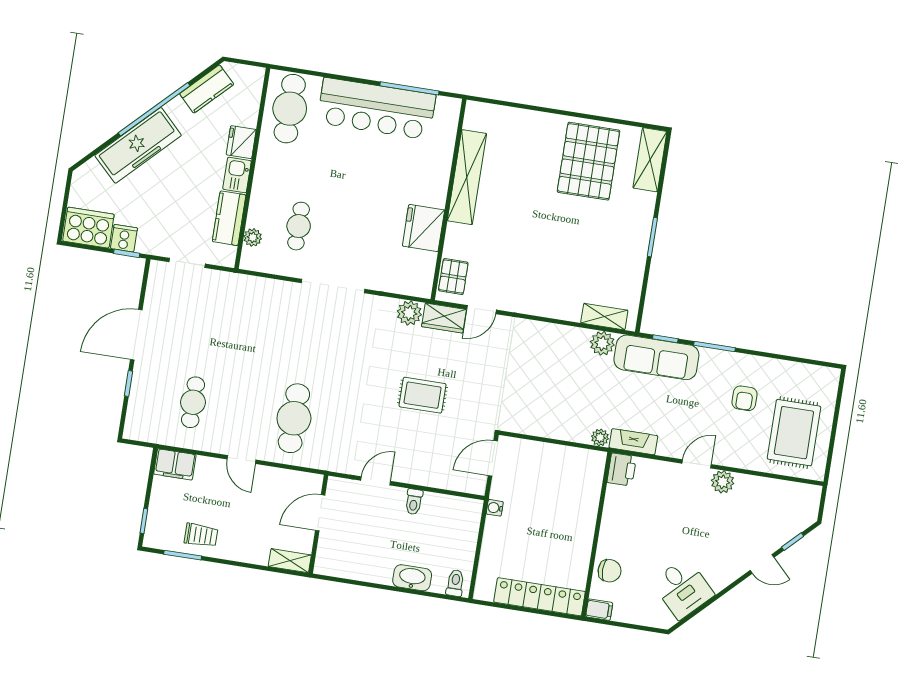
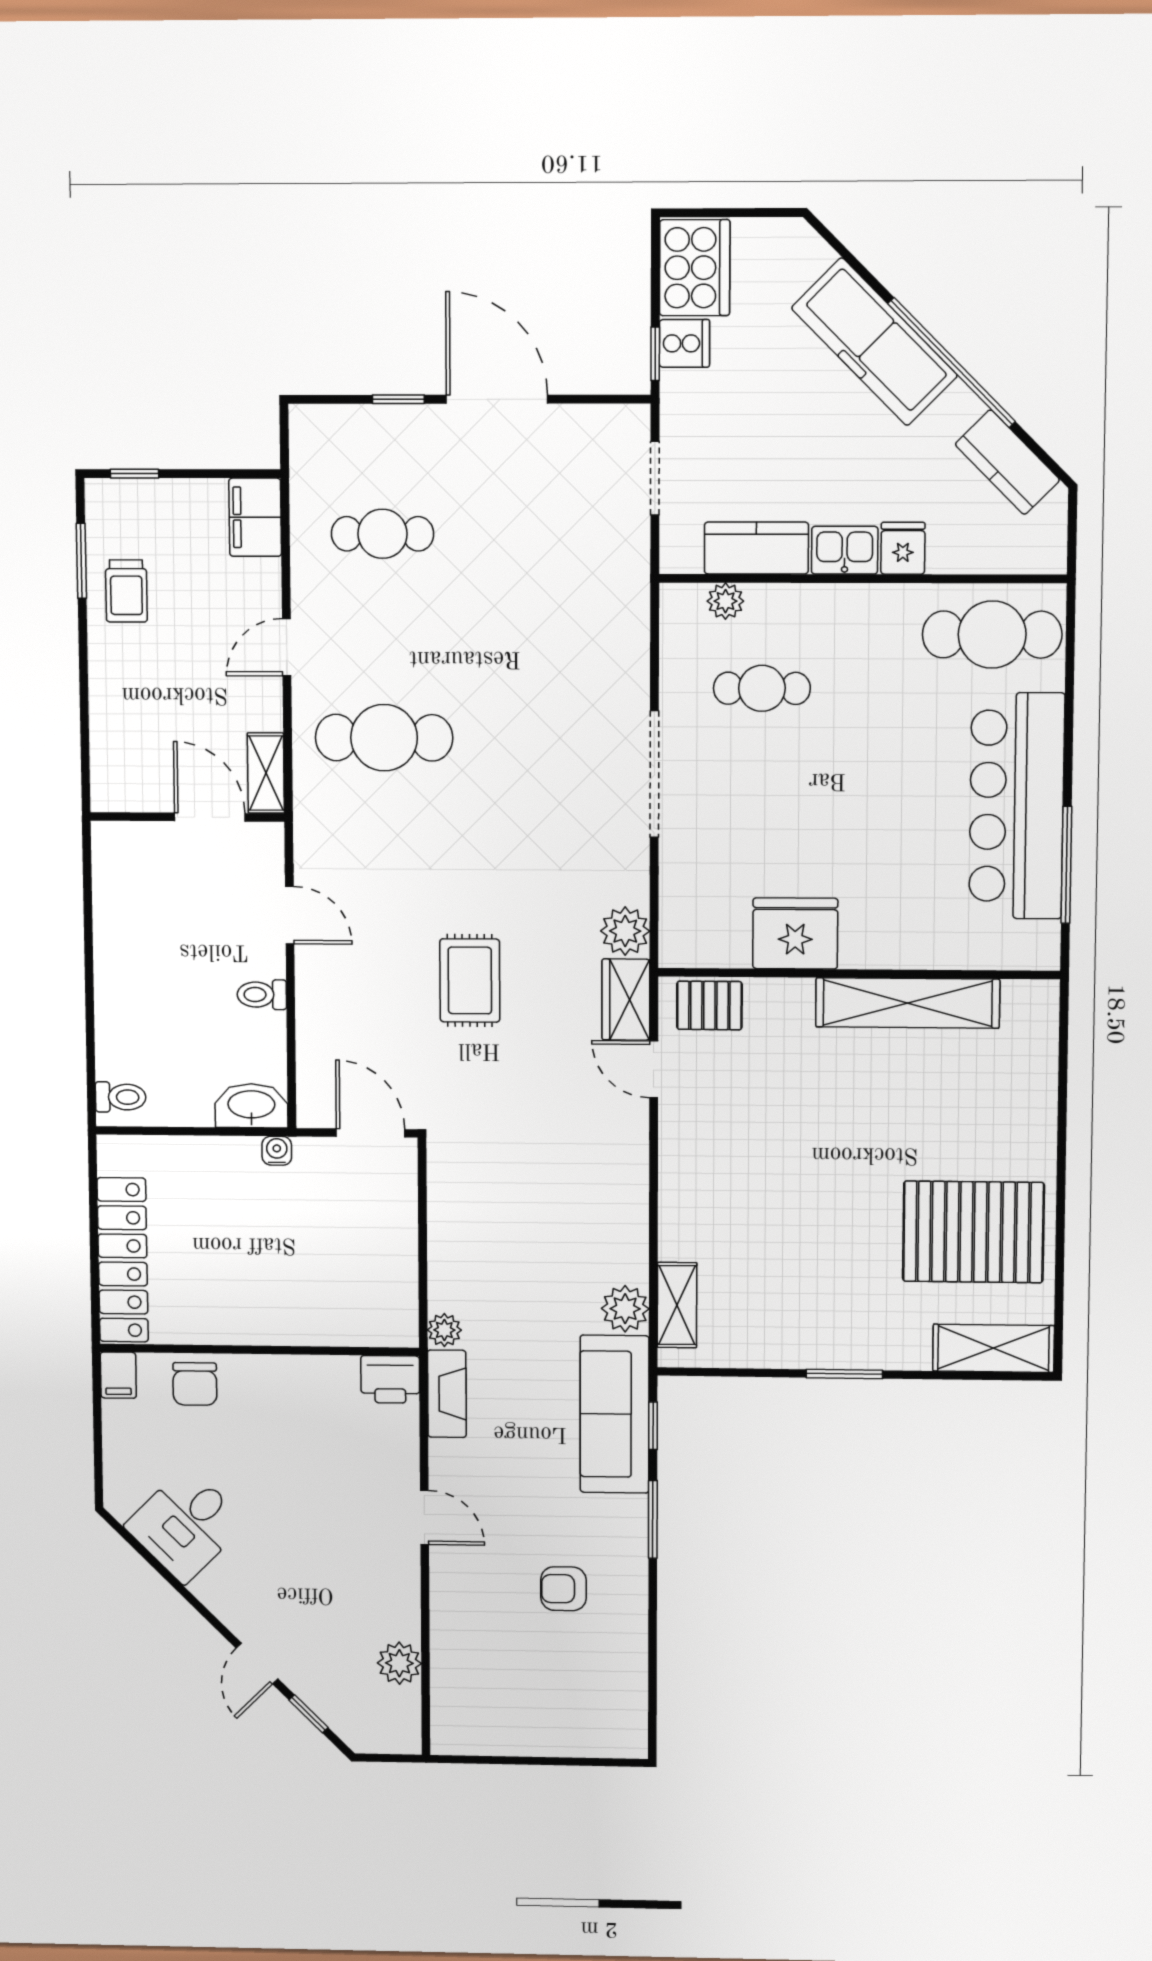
fridge: (241, 142) -> (903, 548), width x0.72
rug: (794, 433) -> (513, 1688), removed
plant: (723, 482) -> (399, 1663), moved
shelving: (290, 561) -> (266, 773), moved
washbasin: (412, 578) -> (251, 1106), moved, turned -90

